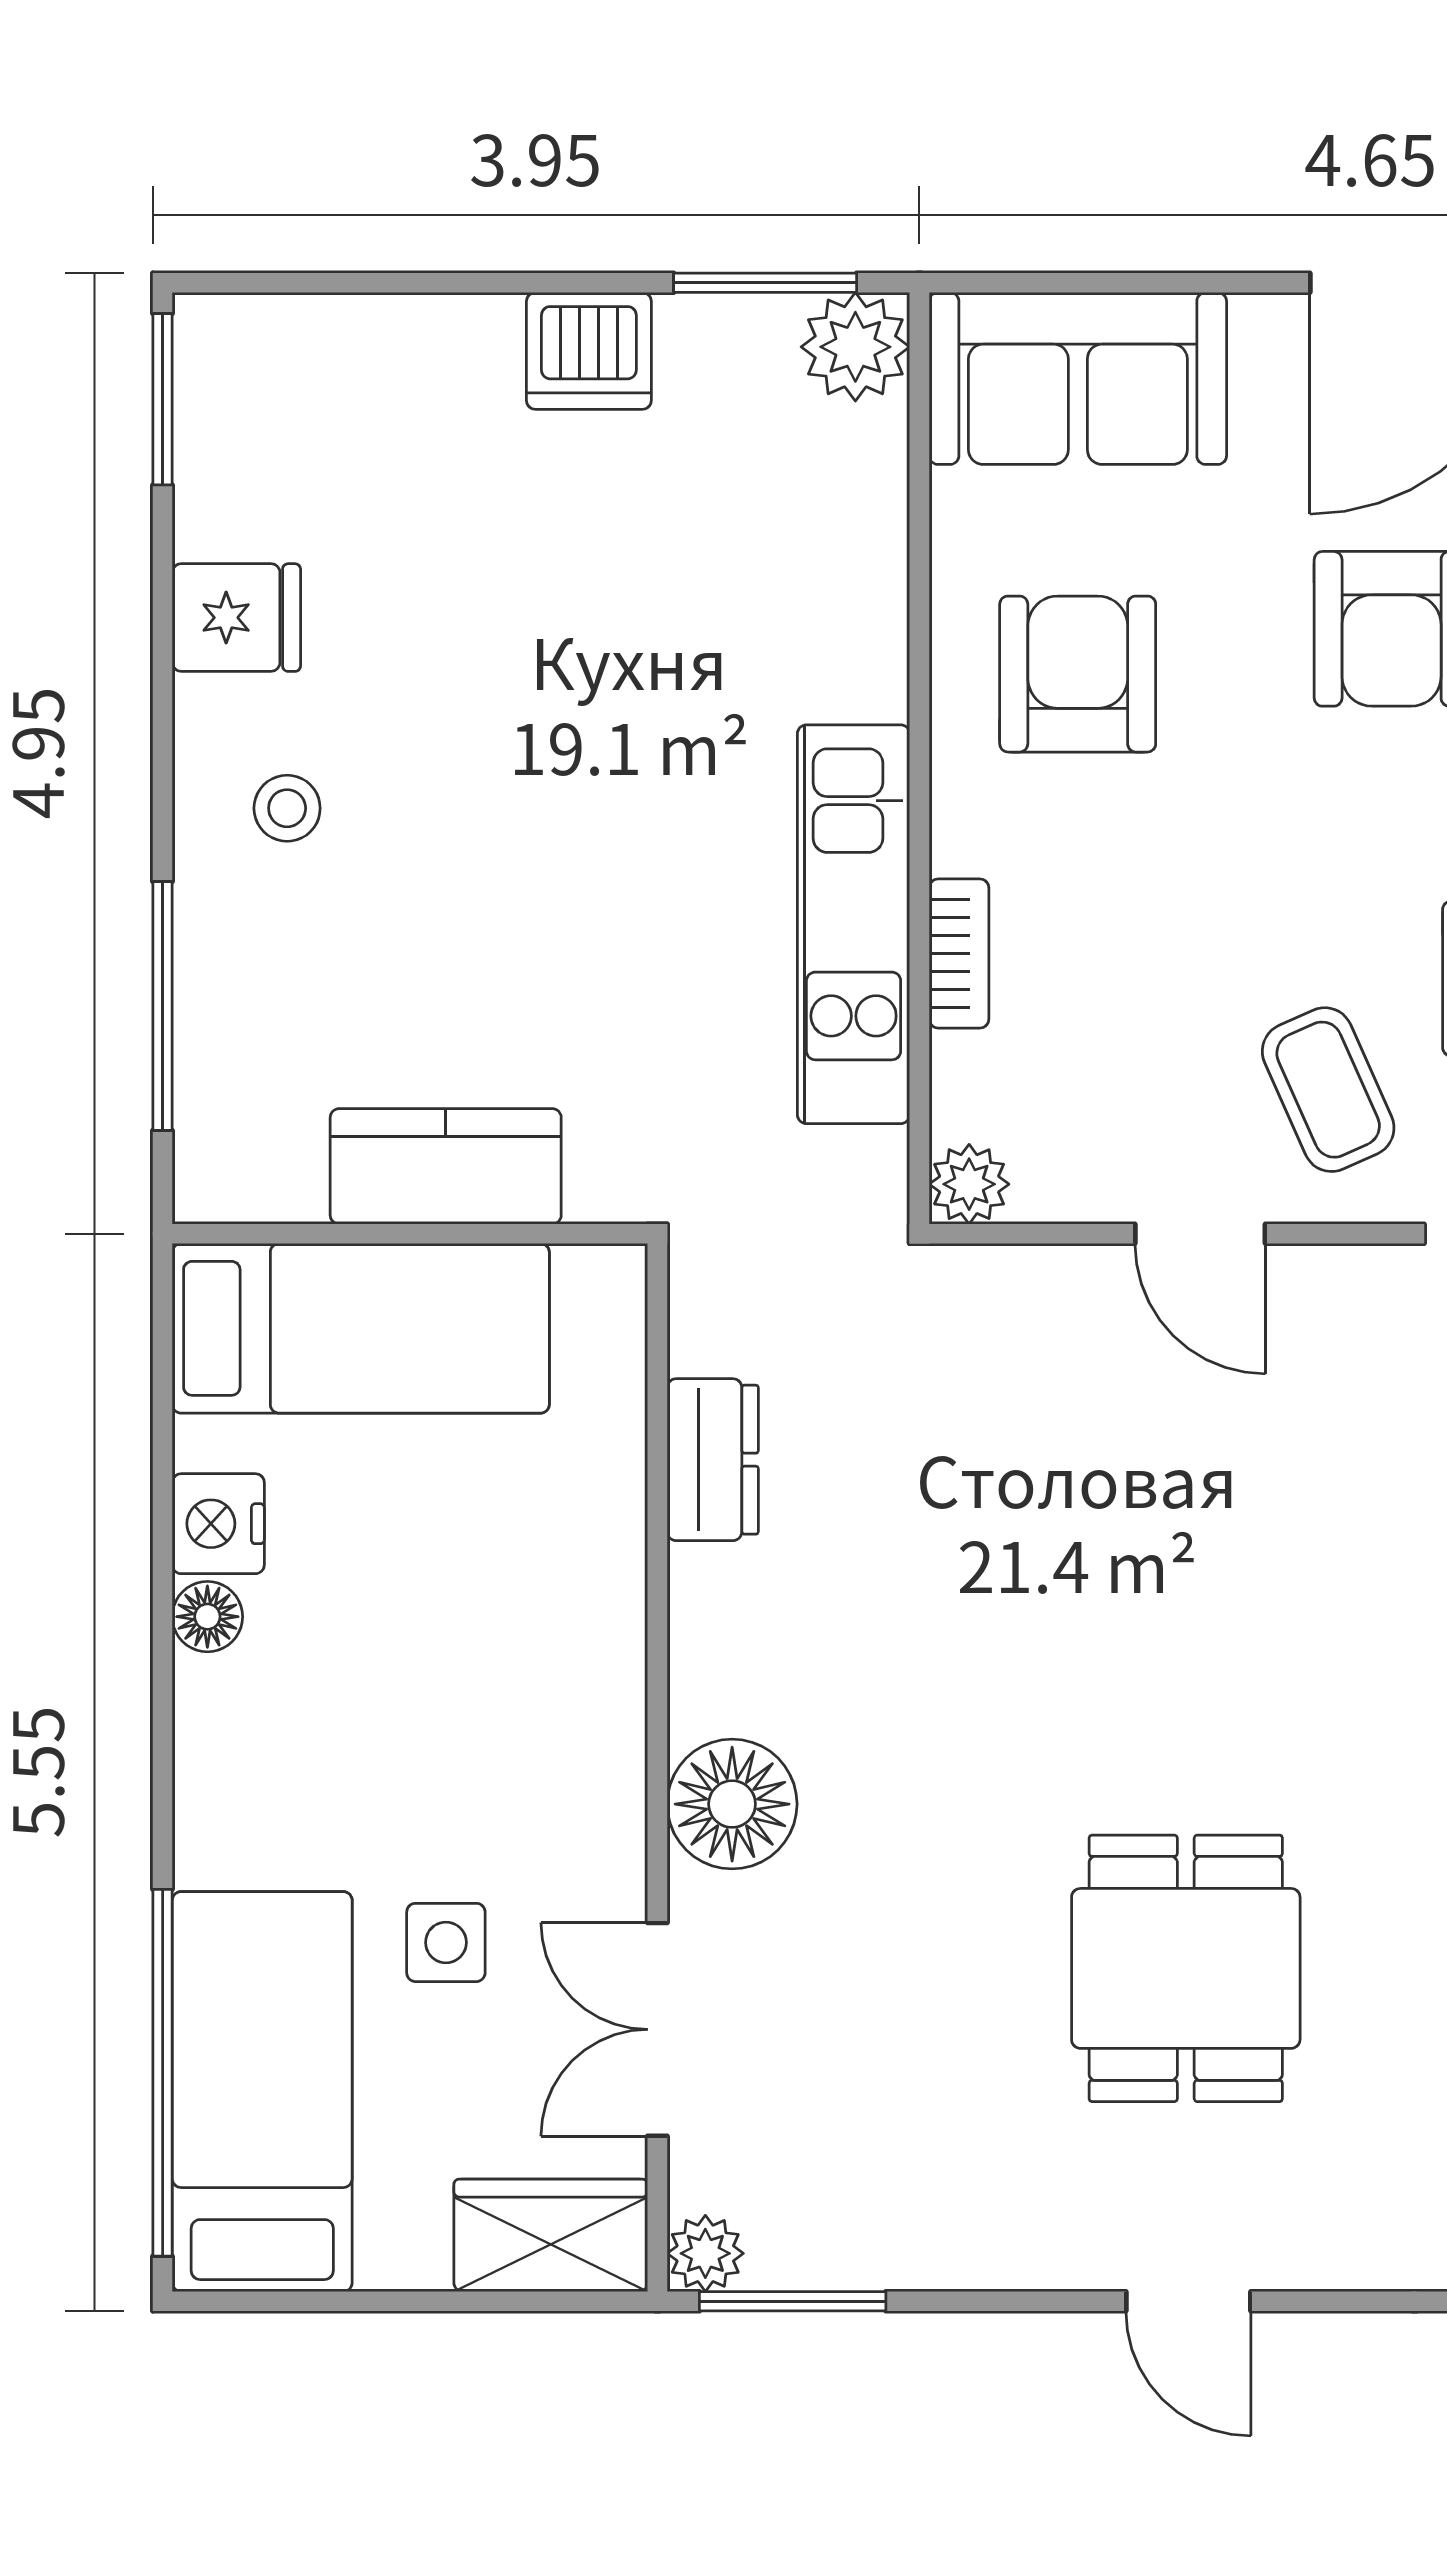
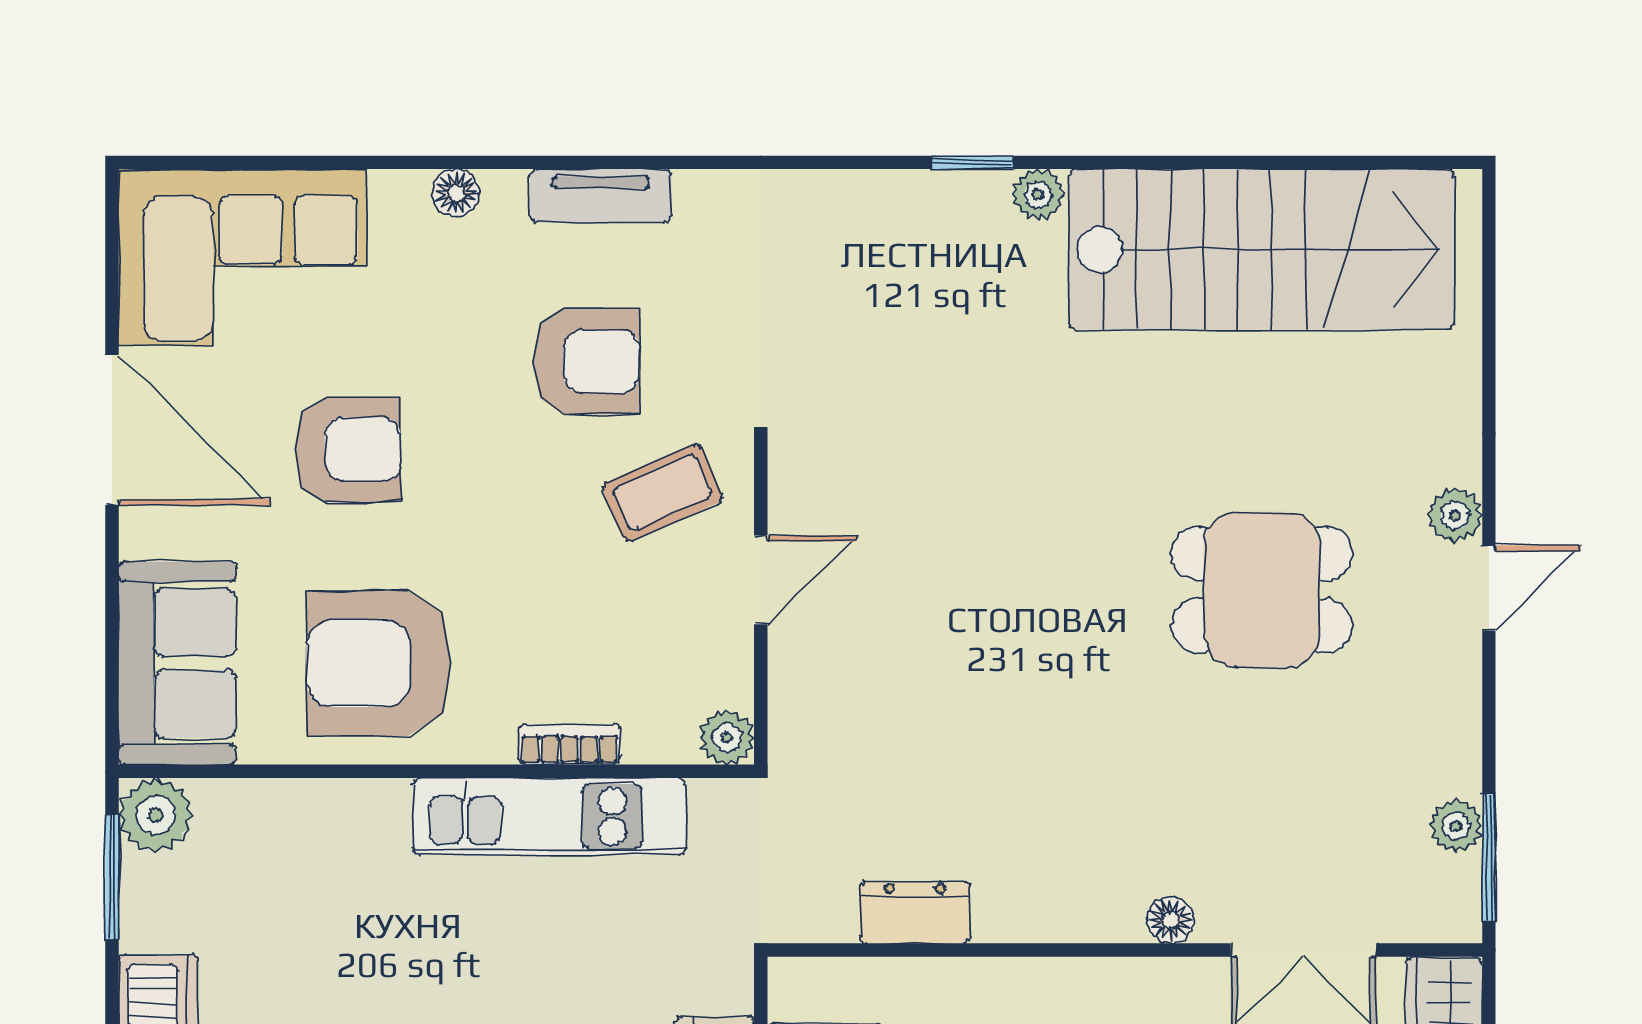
armchair: (1078, 674) -> (379, 663), width x1.36, depth x1.36
floor lamp: (732, 1804) -> (1171, 920), width x0.53, depth x0.53
plant: (1295, 2252) -> (1455, 515), added
plant: (705, 2253) -> (1456, 826), moved

